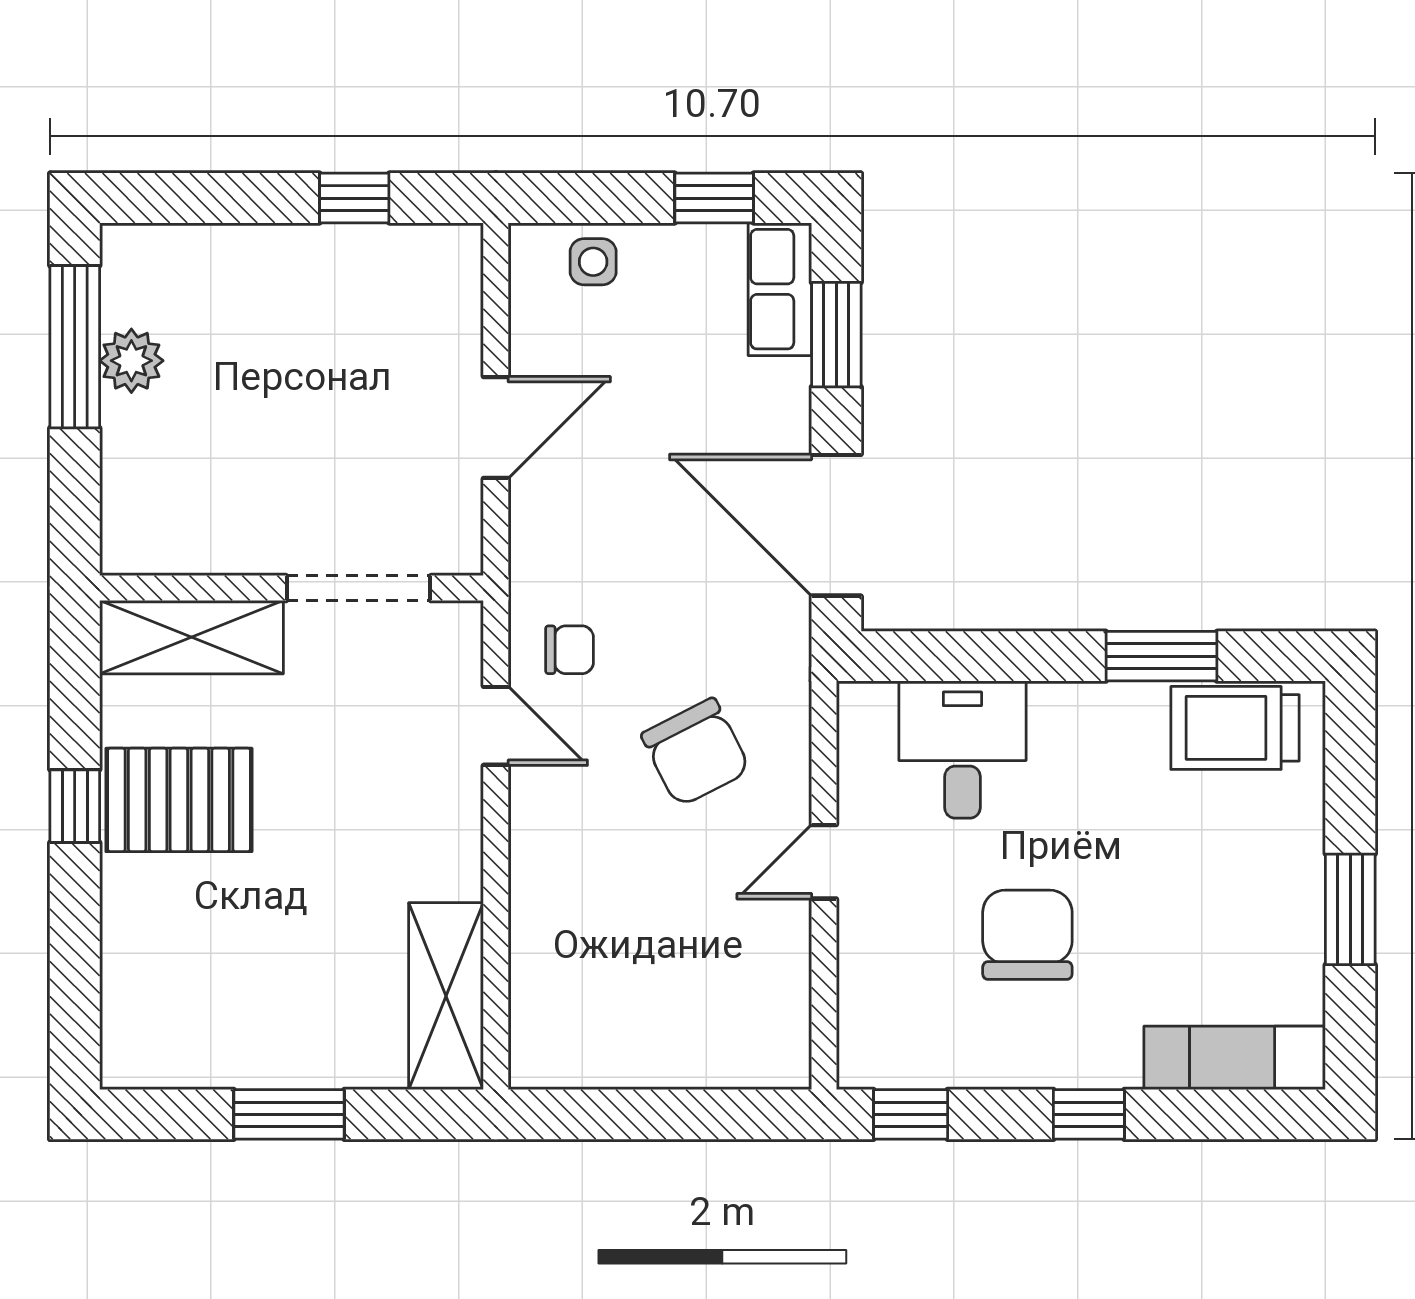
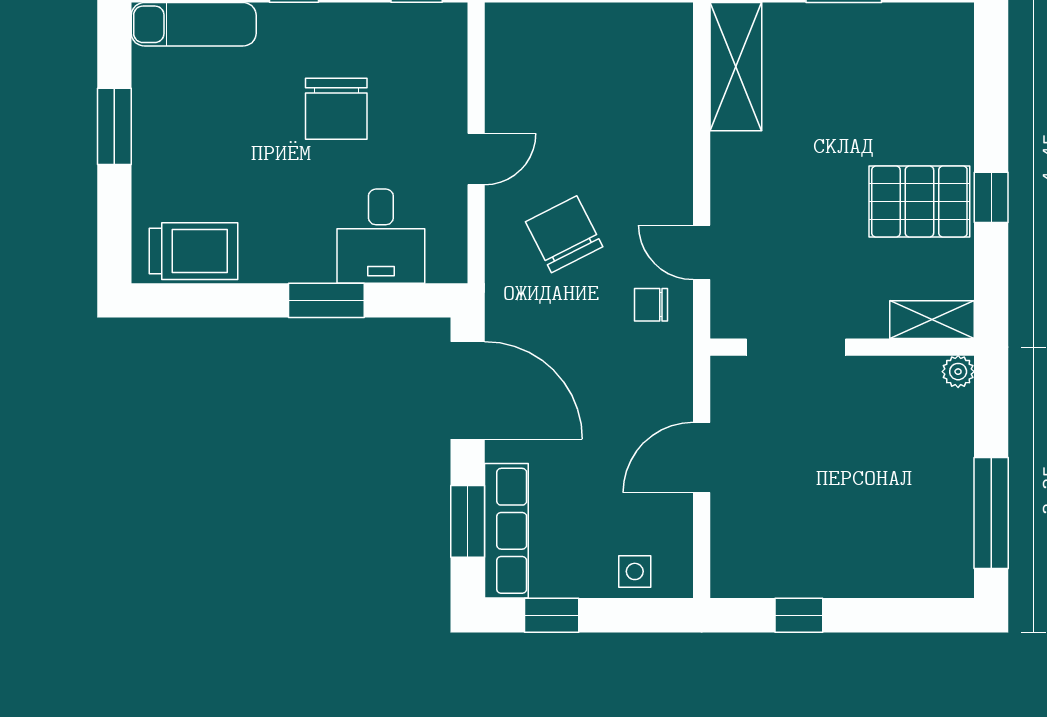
row of seats: (780, 289) -> (506, 531), width x1.48
plant: (131, 361) -> (958, 372), moved, width x0.73, depth x0.73
shelving: (191, 637) -> (932, 320), width x0.67, depth x0.75
window: (1161, 656) -> (326, 300), moved

